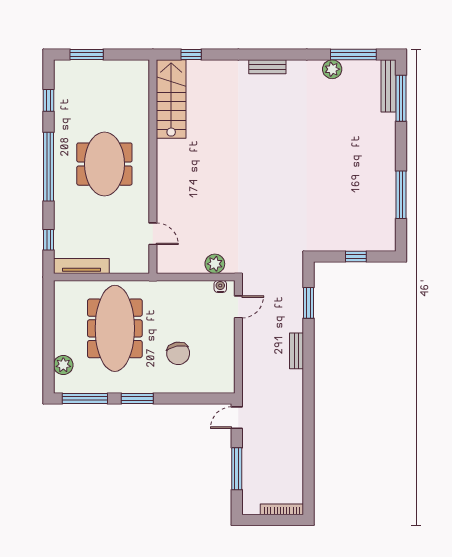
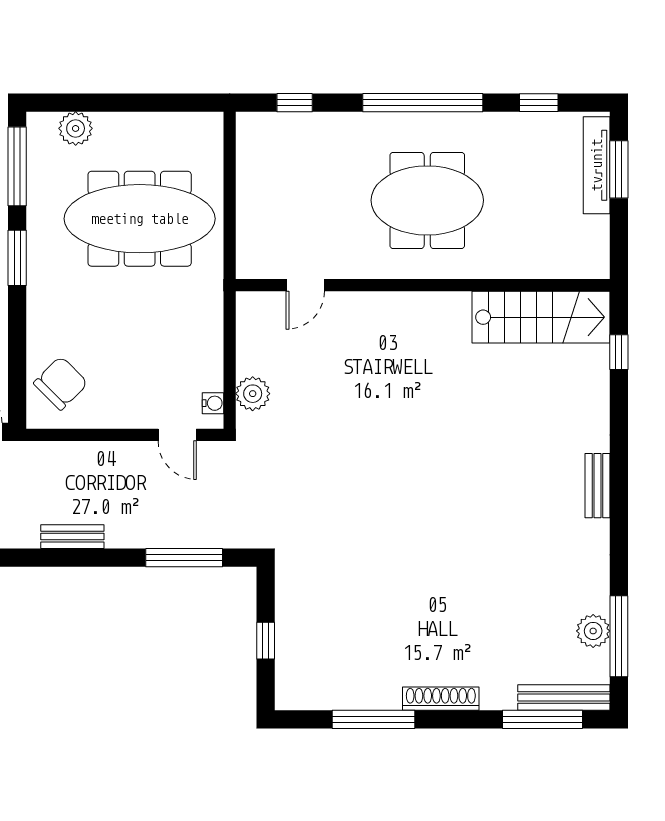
plant: (332, 69) -> (593, 631), moved
shoe rack: (389, 156) -> (441, 699), added
tv unit: (81, 266) -> (597, 165), moved, turned 180
window: (309, 303) -> (184, 558), width x1.44
bench: (297, 351) -> (72, 537), moved
chair: (178, 353) -> (61, 383), moved, turned 145

